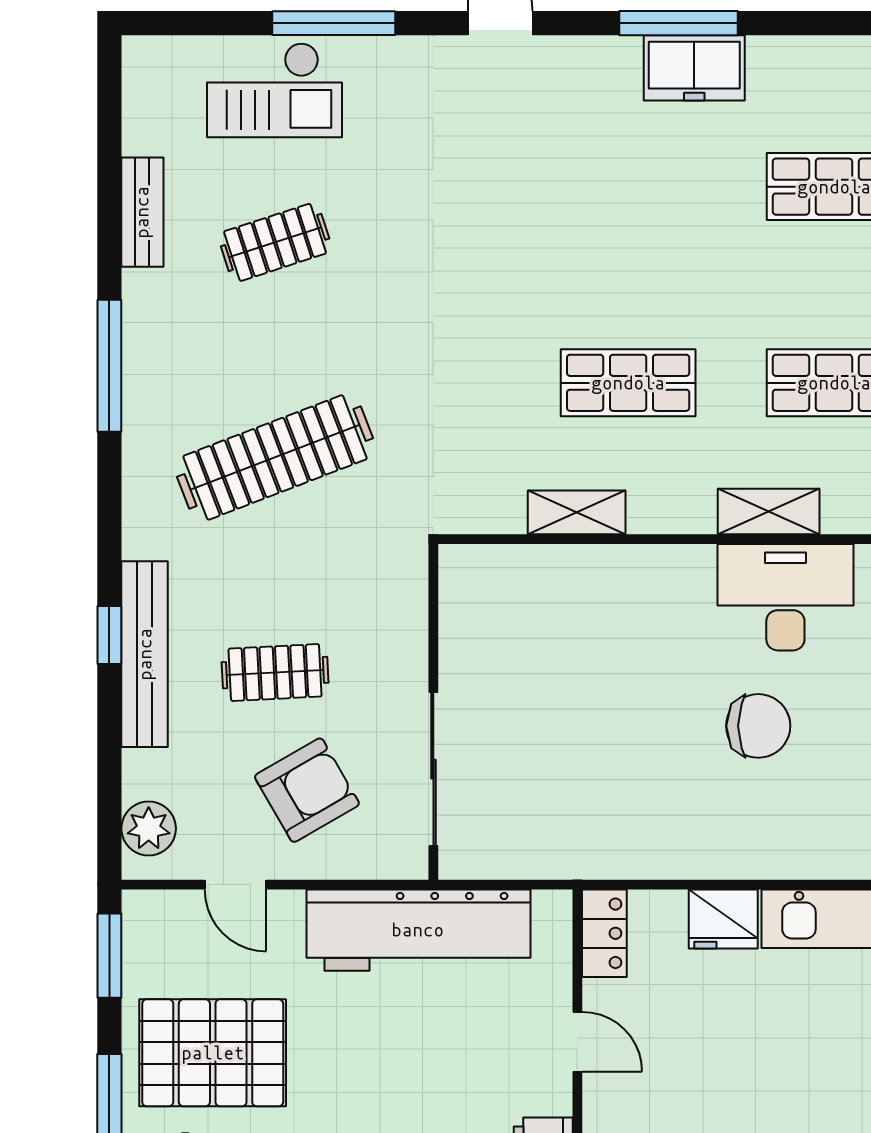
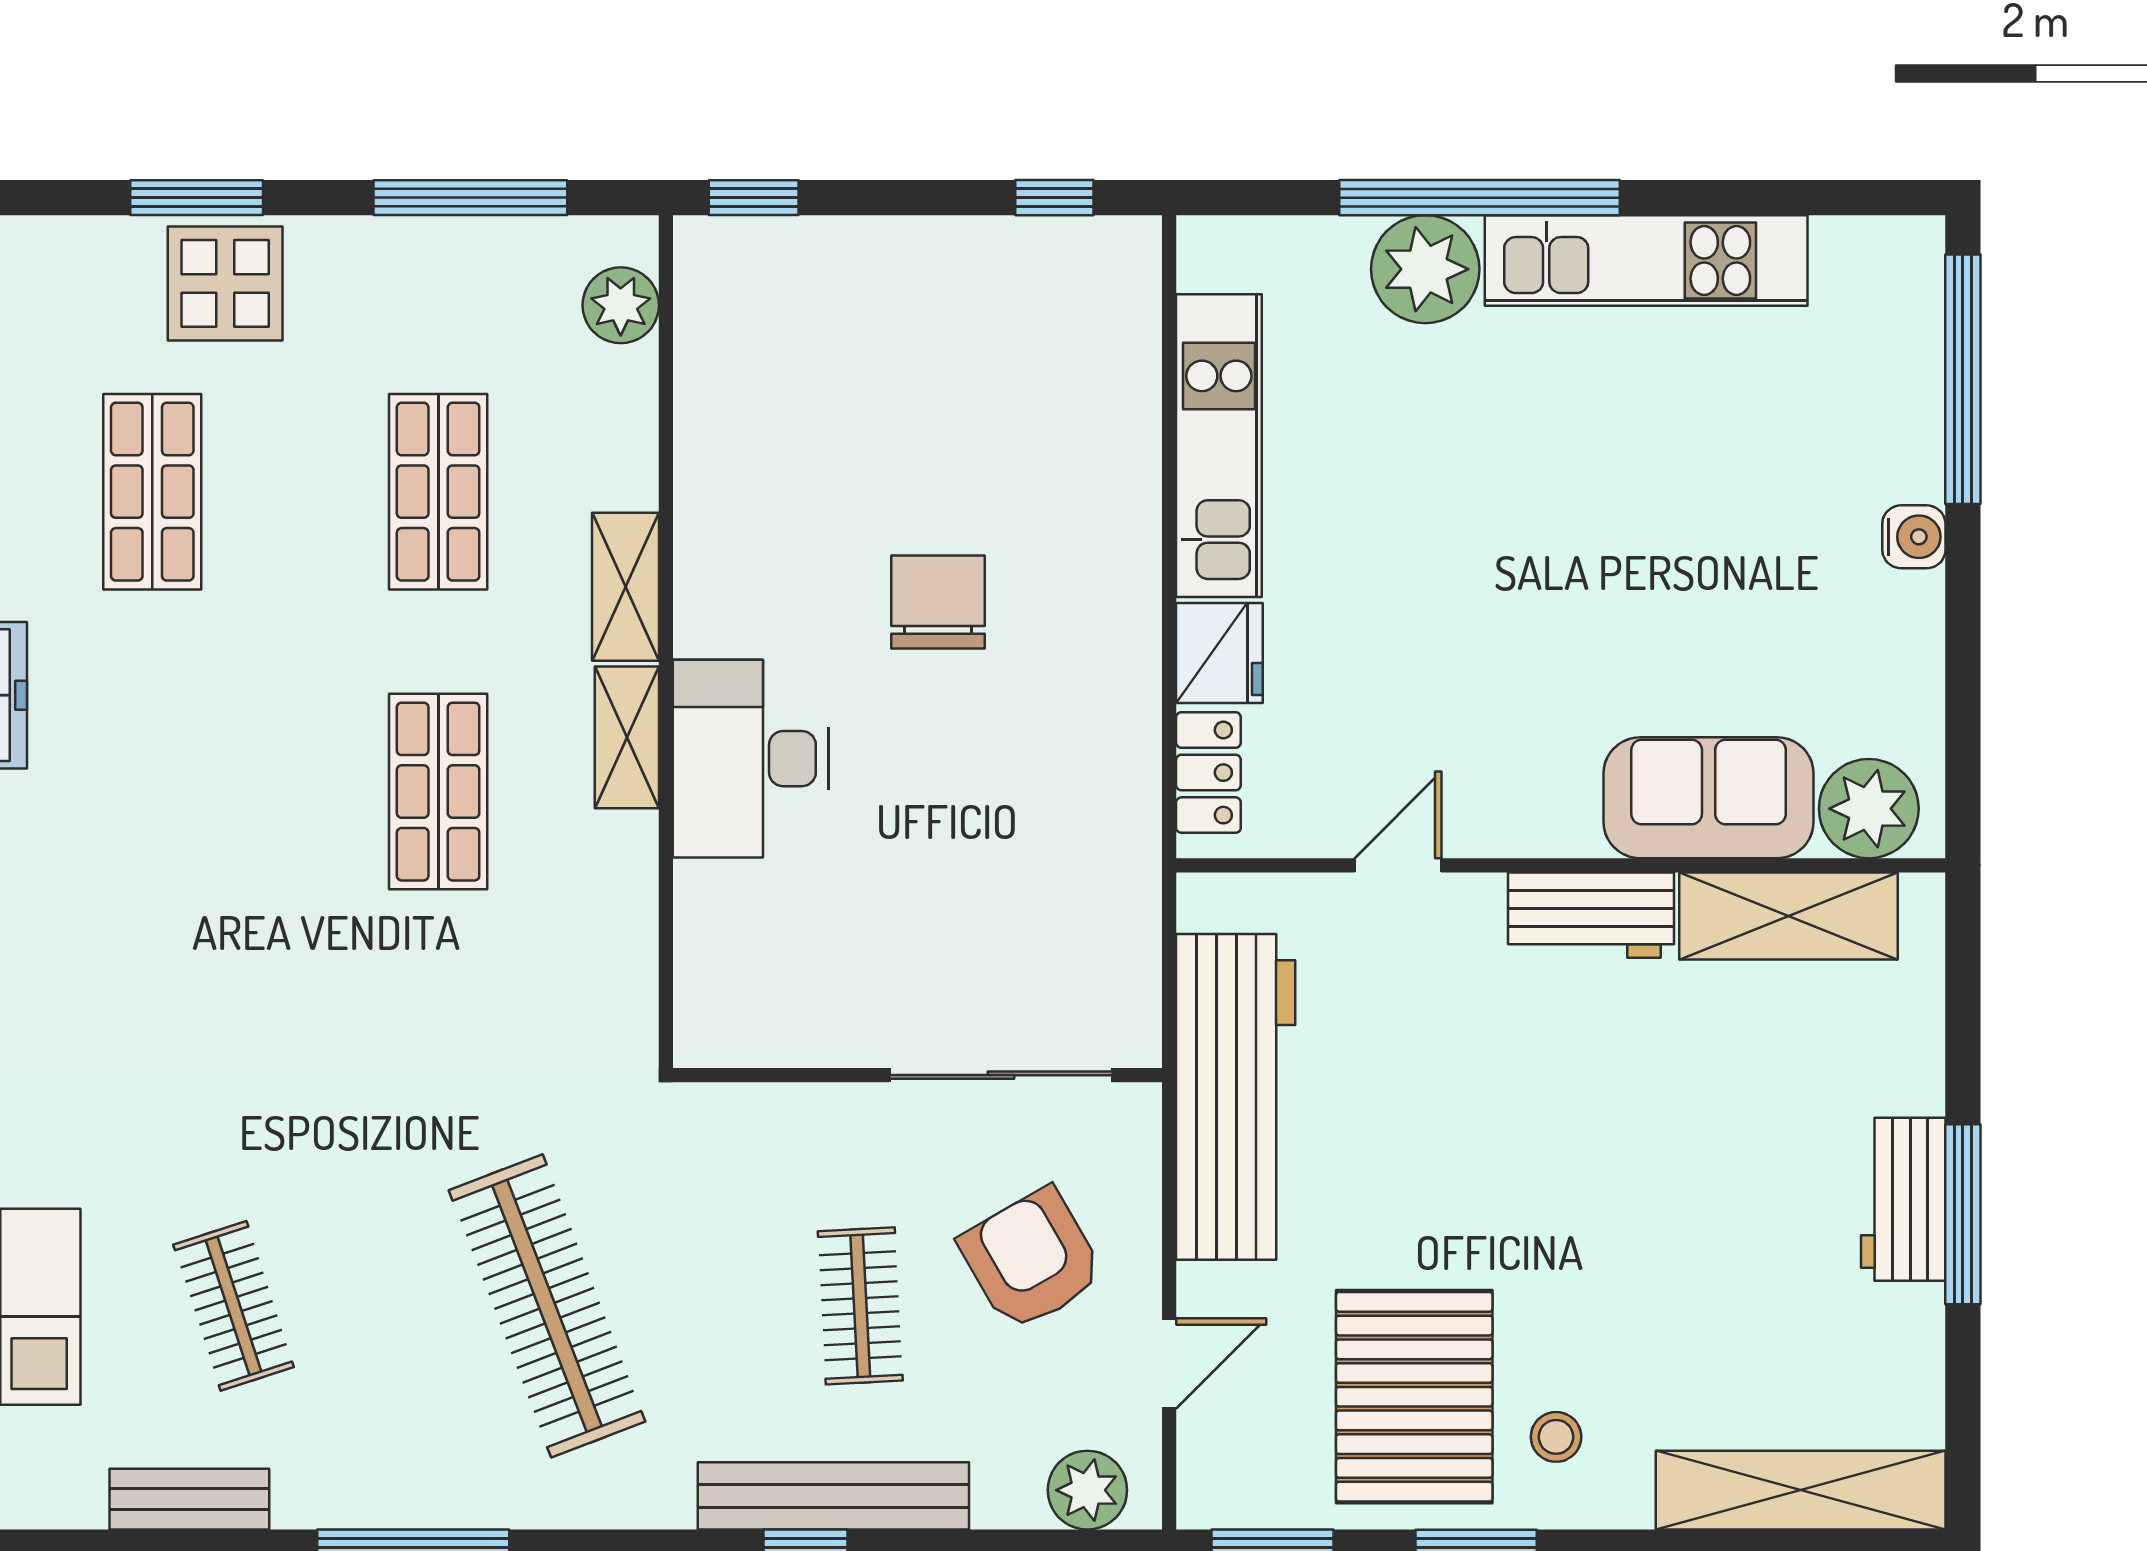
shelving: (577, 512) -> (627, 737), moved
desk: (785, 597) -> (750, 759), moved
locker: (604, 933) -> (1208, 773), moved, turned 90

